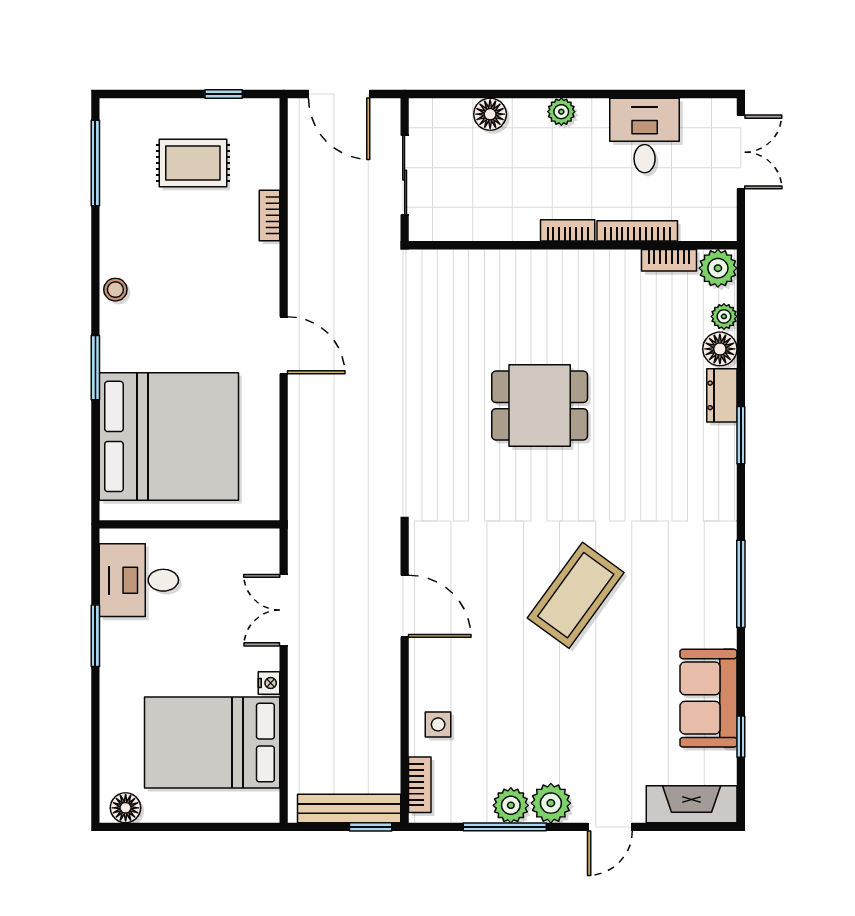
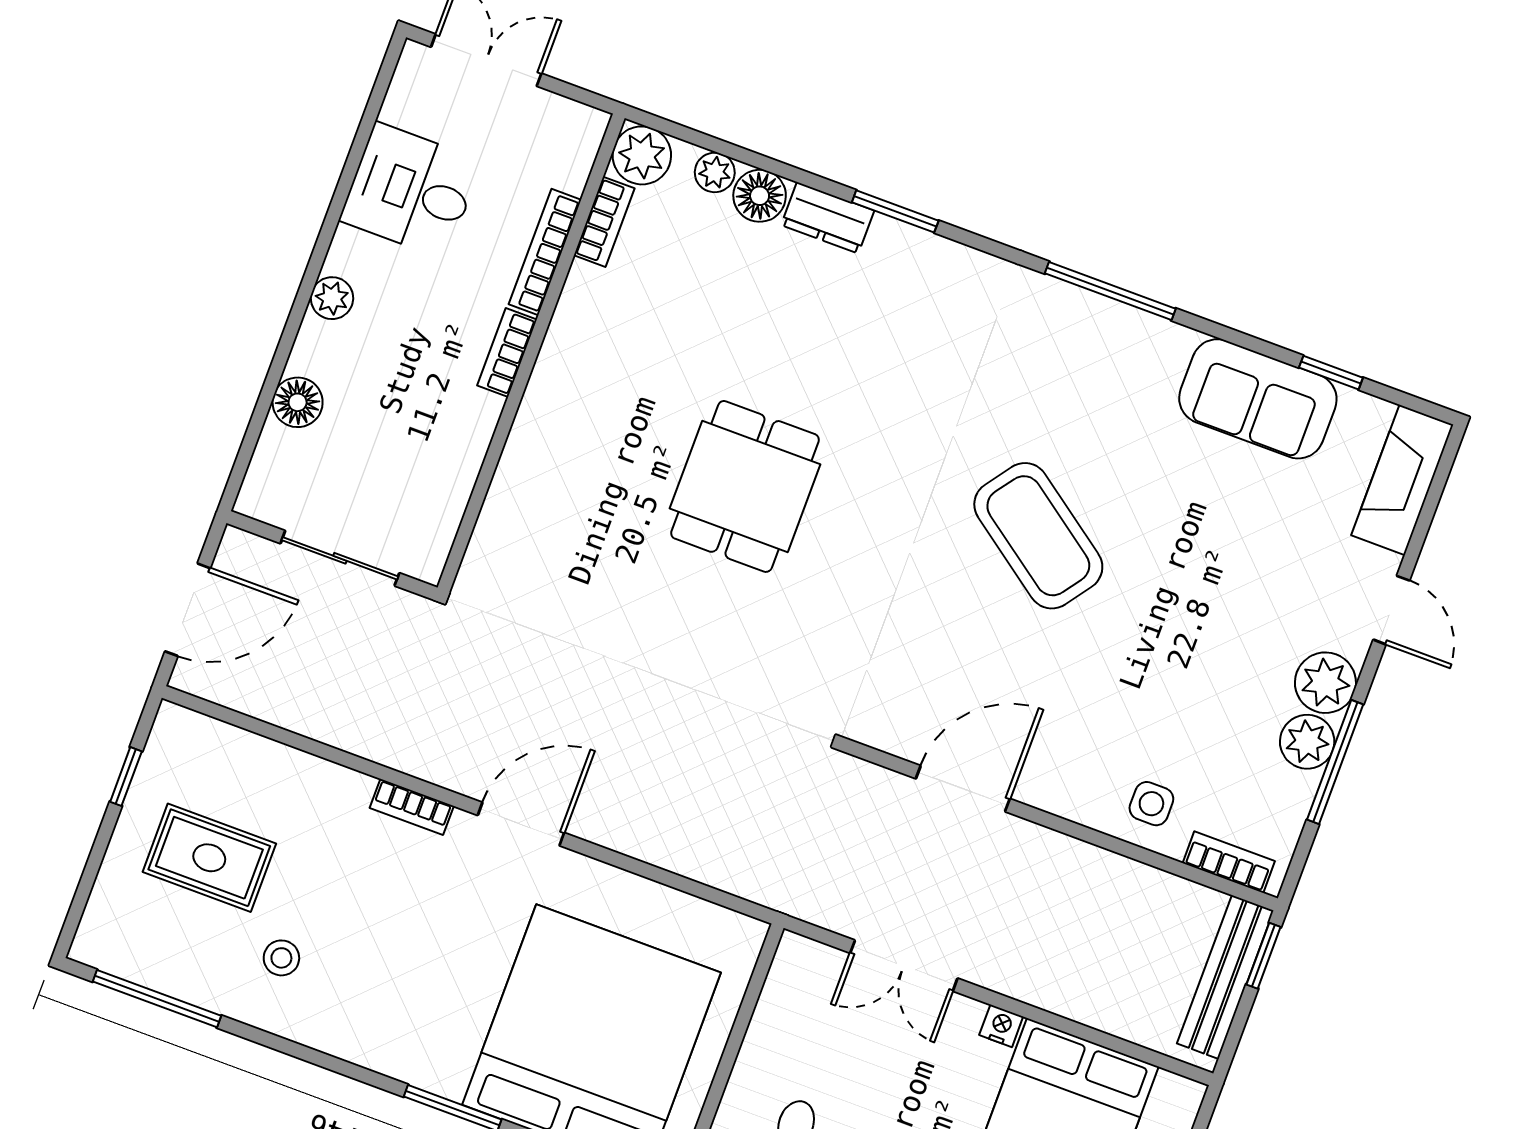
rug: (193, 163) -> (209, 858), turned 90
bookcase: (269, 215) -> (412, 807), moved
stool: (115, 290) -> (281, 958), moved

